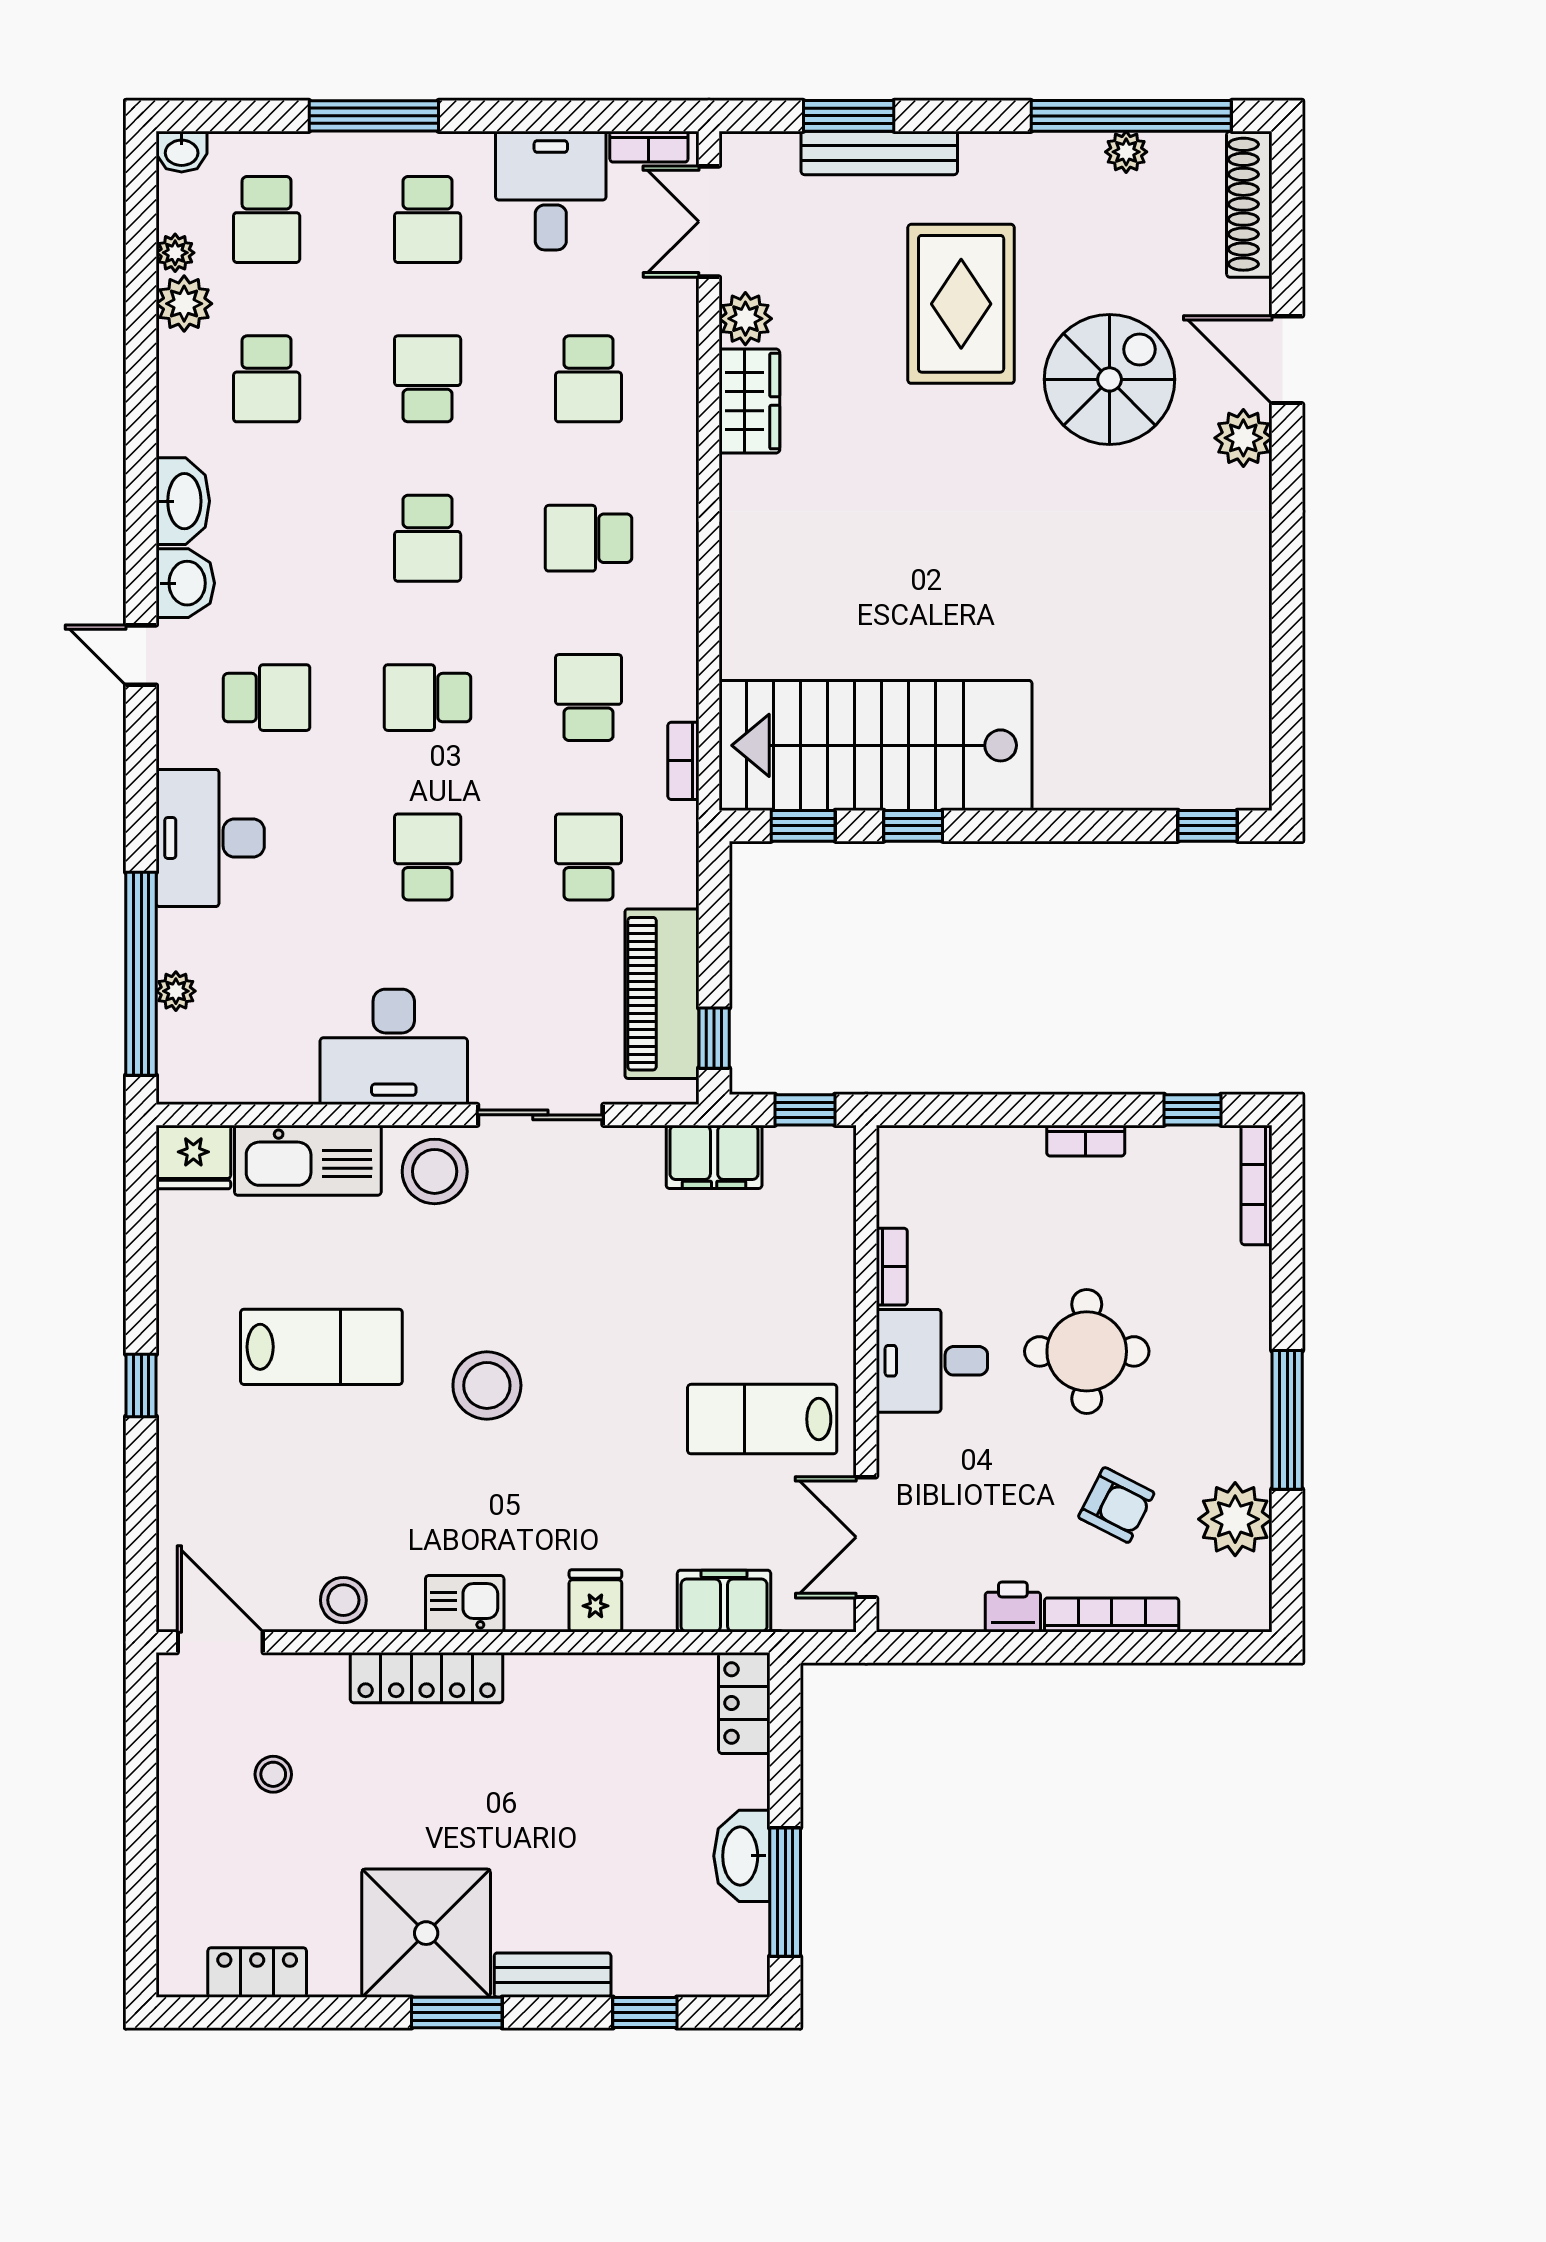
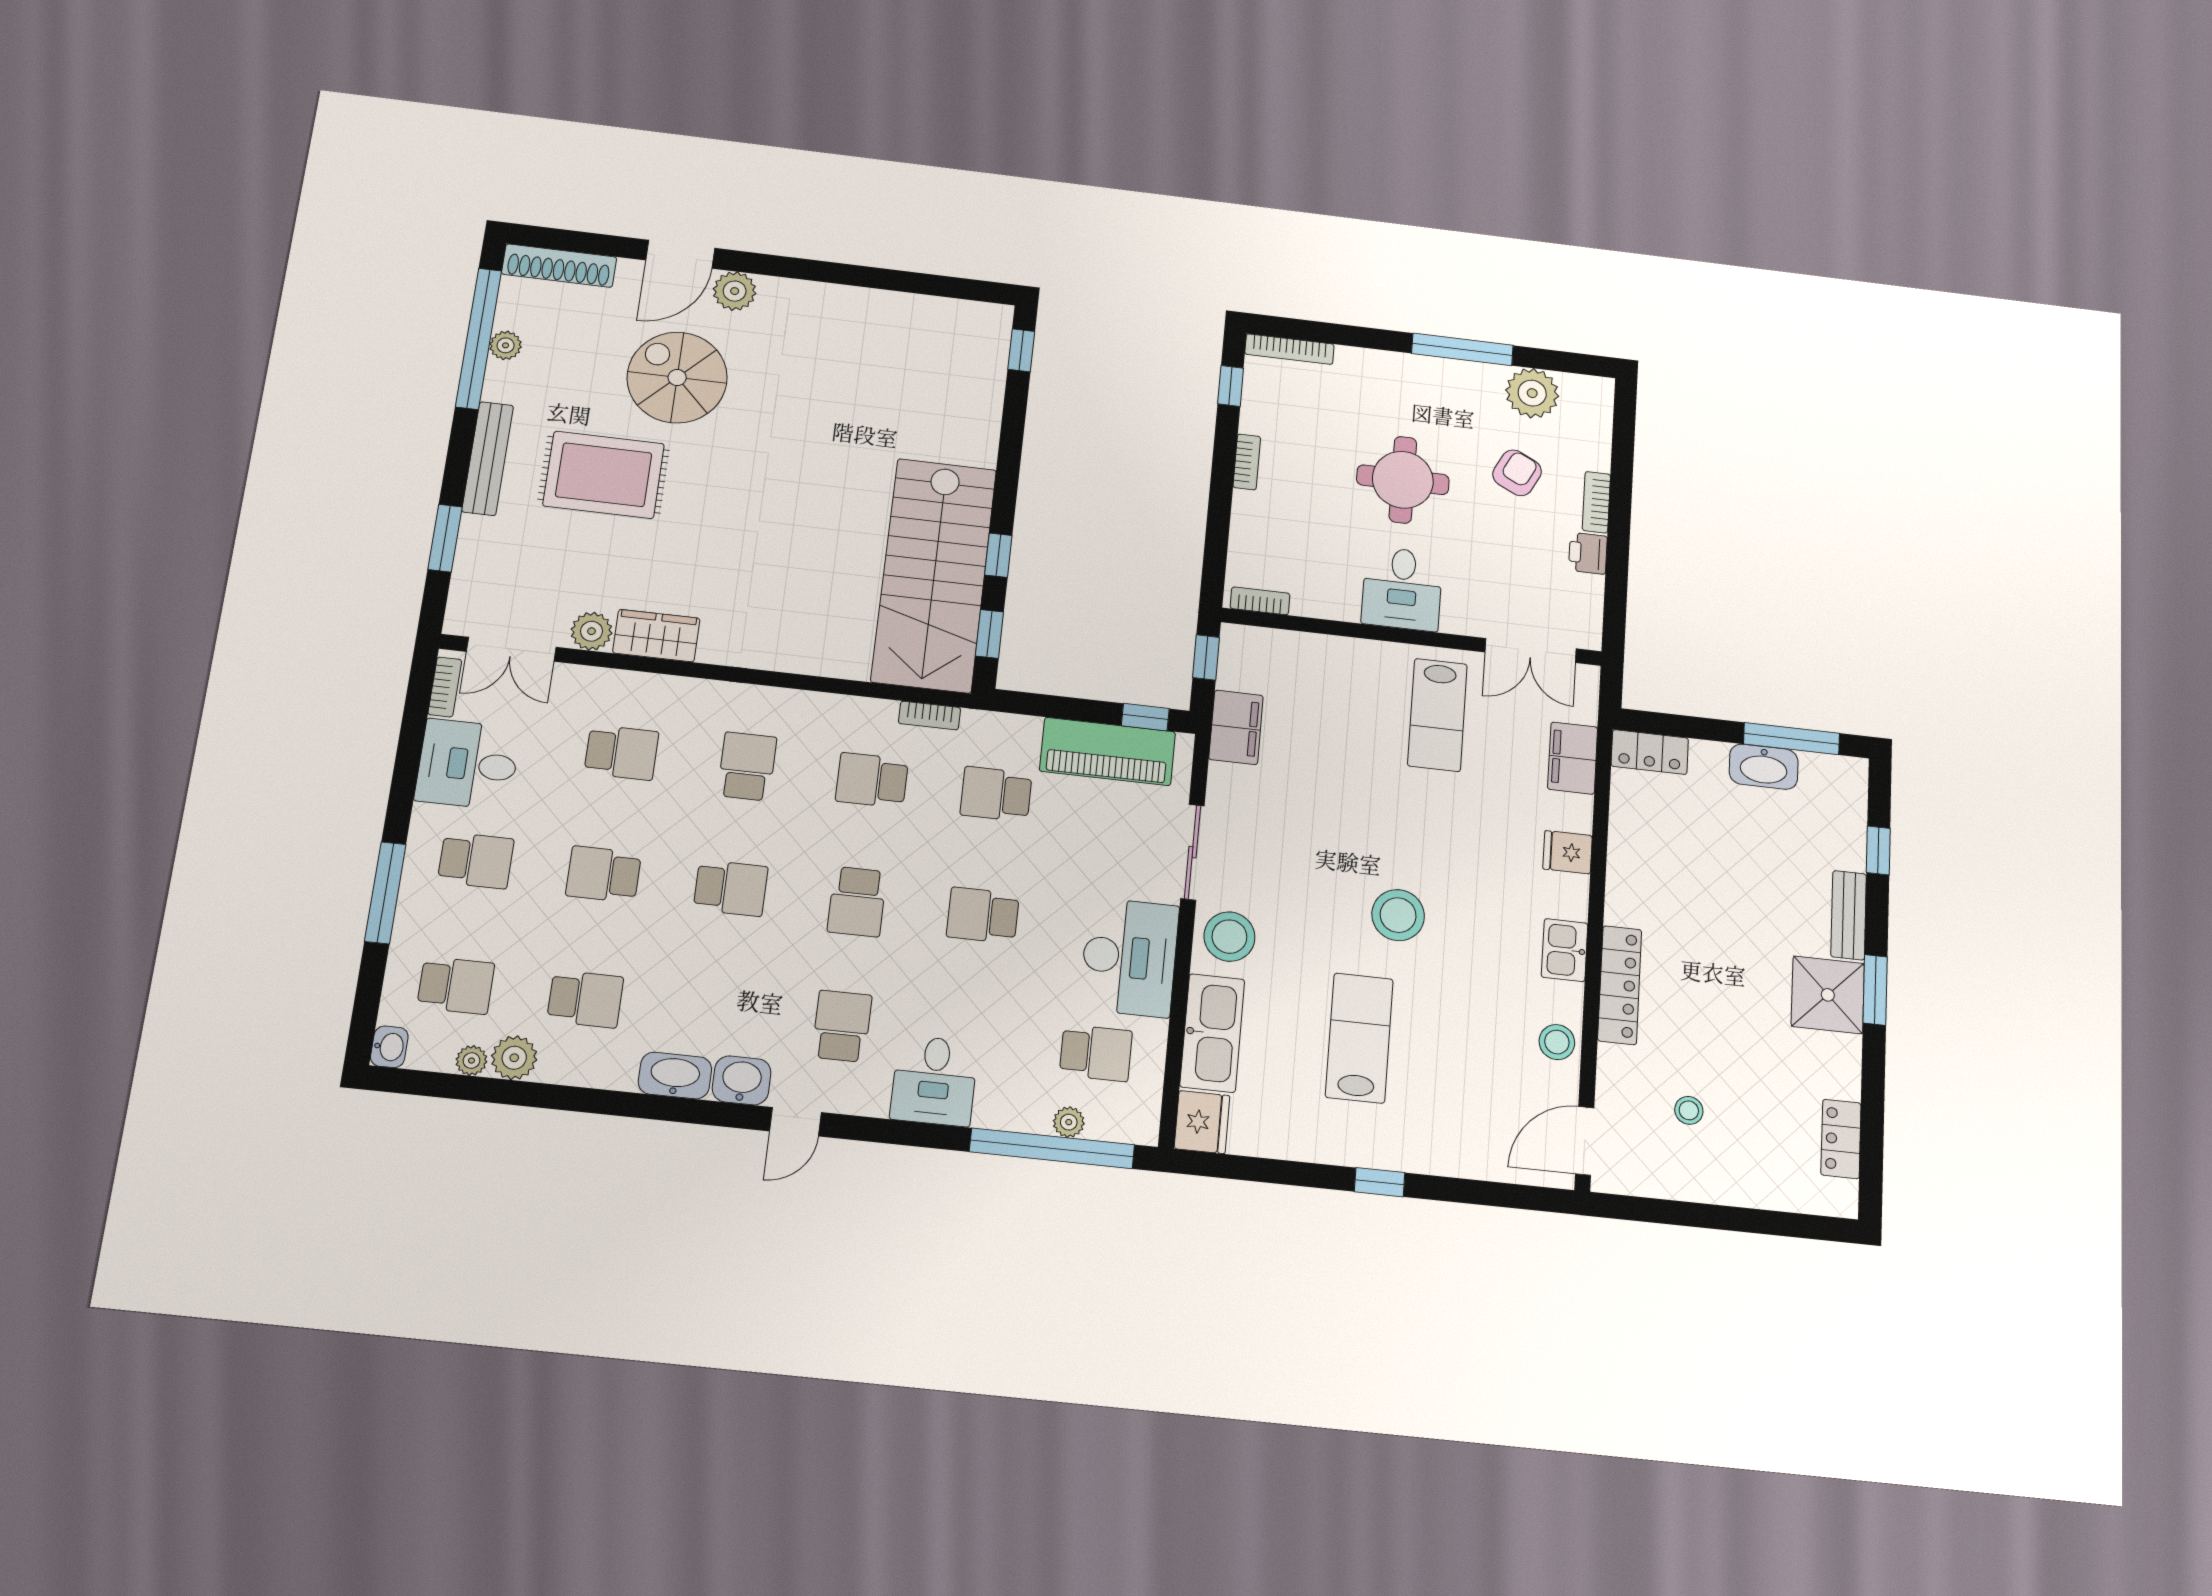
bench: (879, 153) -> (488, 458), moved
school desk: (589, 538) -> (747, 766), turned 180
desk: (210, 838) -> (934, 1081), width x0.73
school desk: (267, 1016) -> (1096, 1053), added
bookcase: (892, 1267) -> (1260, 601), moved
bookcase: (1112, 1615) -> (1596, 502), width x0.64
shower: (426, 1933) -> (1828, 995), width x0.73, depth x0.73

